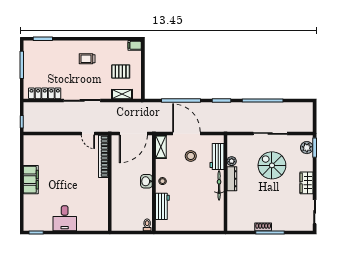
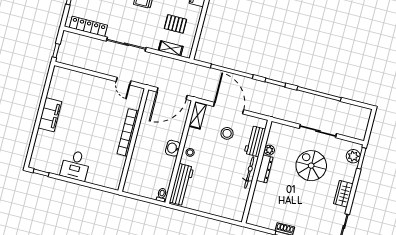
bookcase: (103, 156) -> (128, 132), moved
workbench: (162, 206) -> (182, 185), width x1.38

